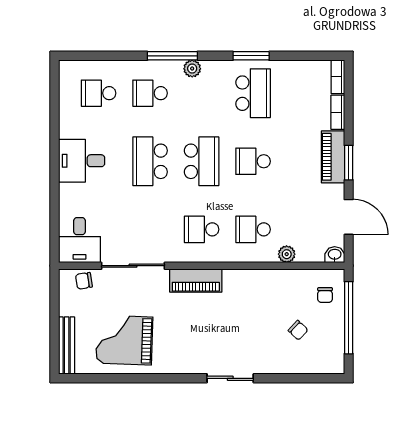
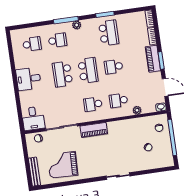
school desk: (99, 93) -> (32, 44), turned 180
school desk: (150, 93) -> (58, 40), turned 180

